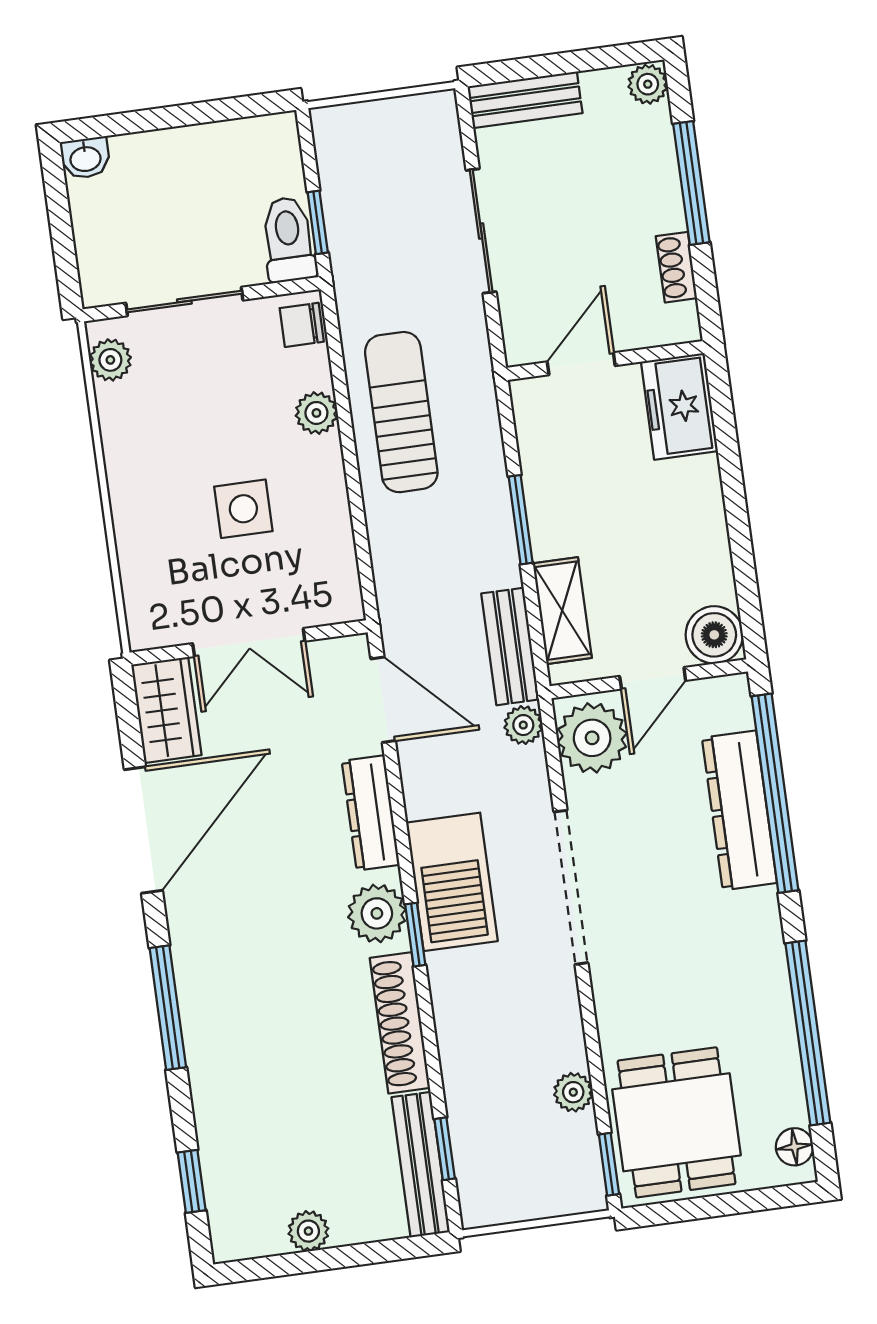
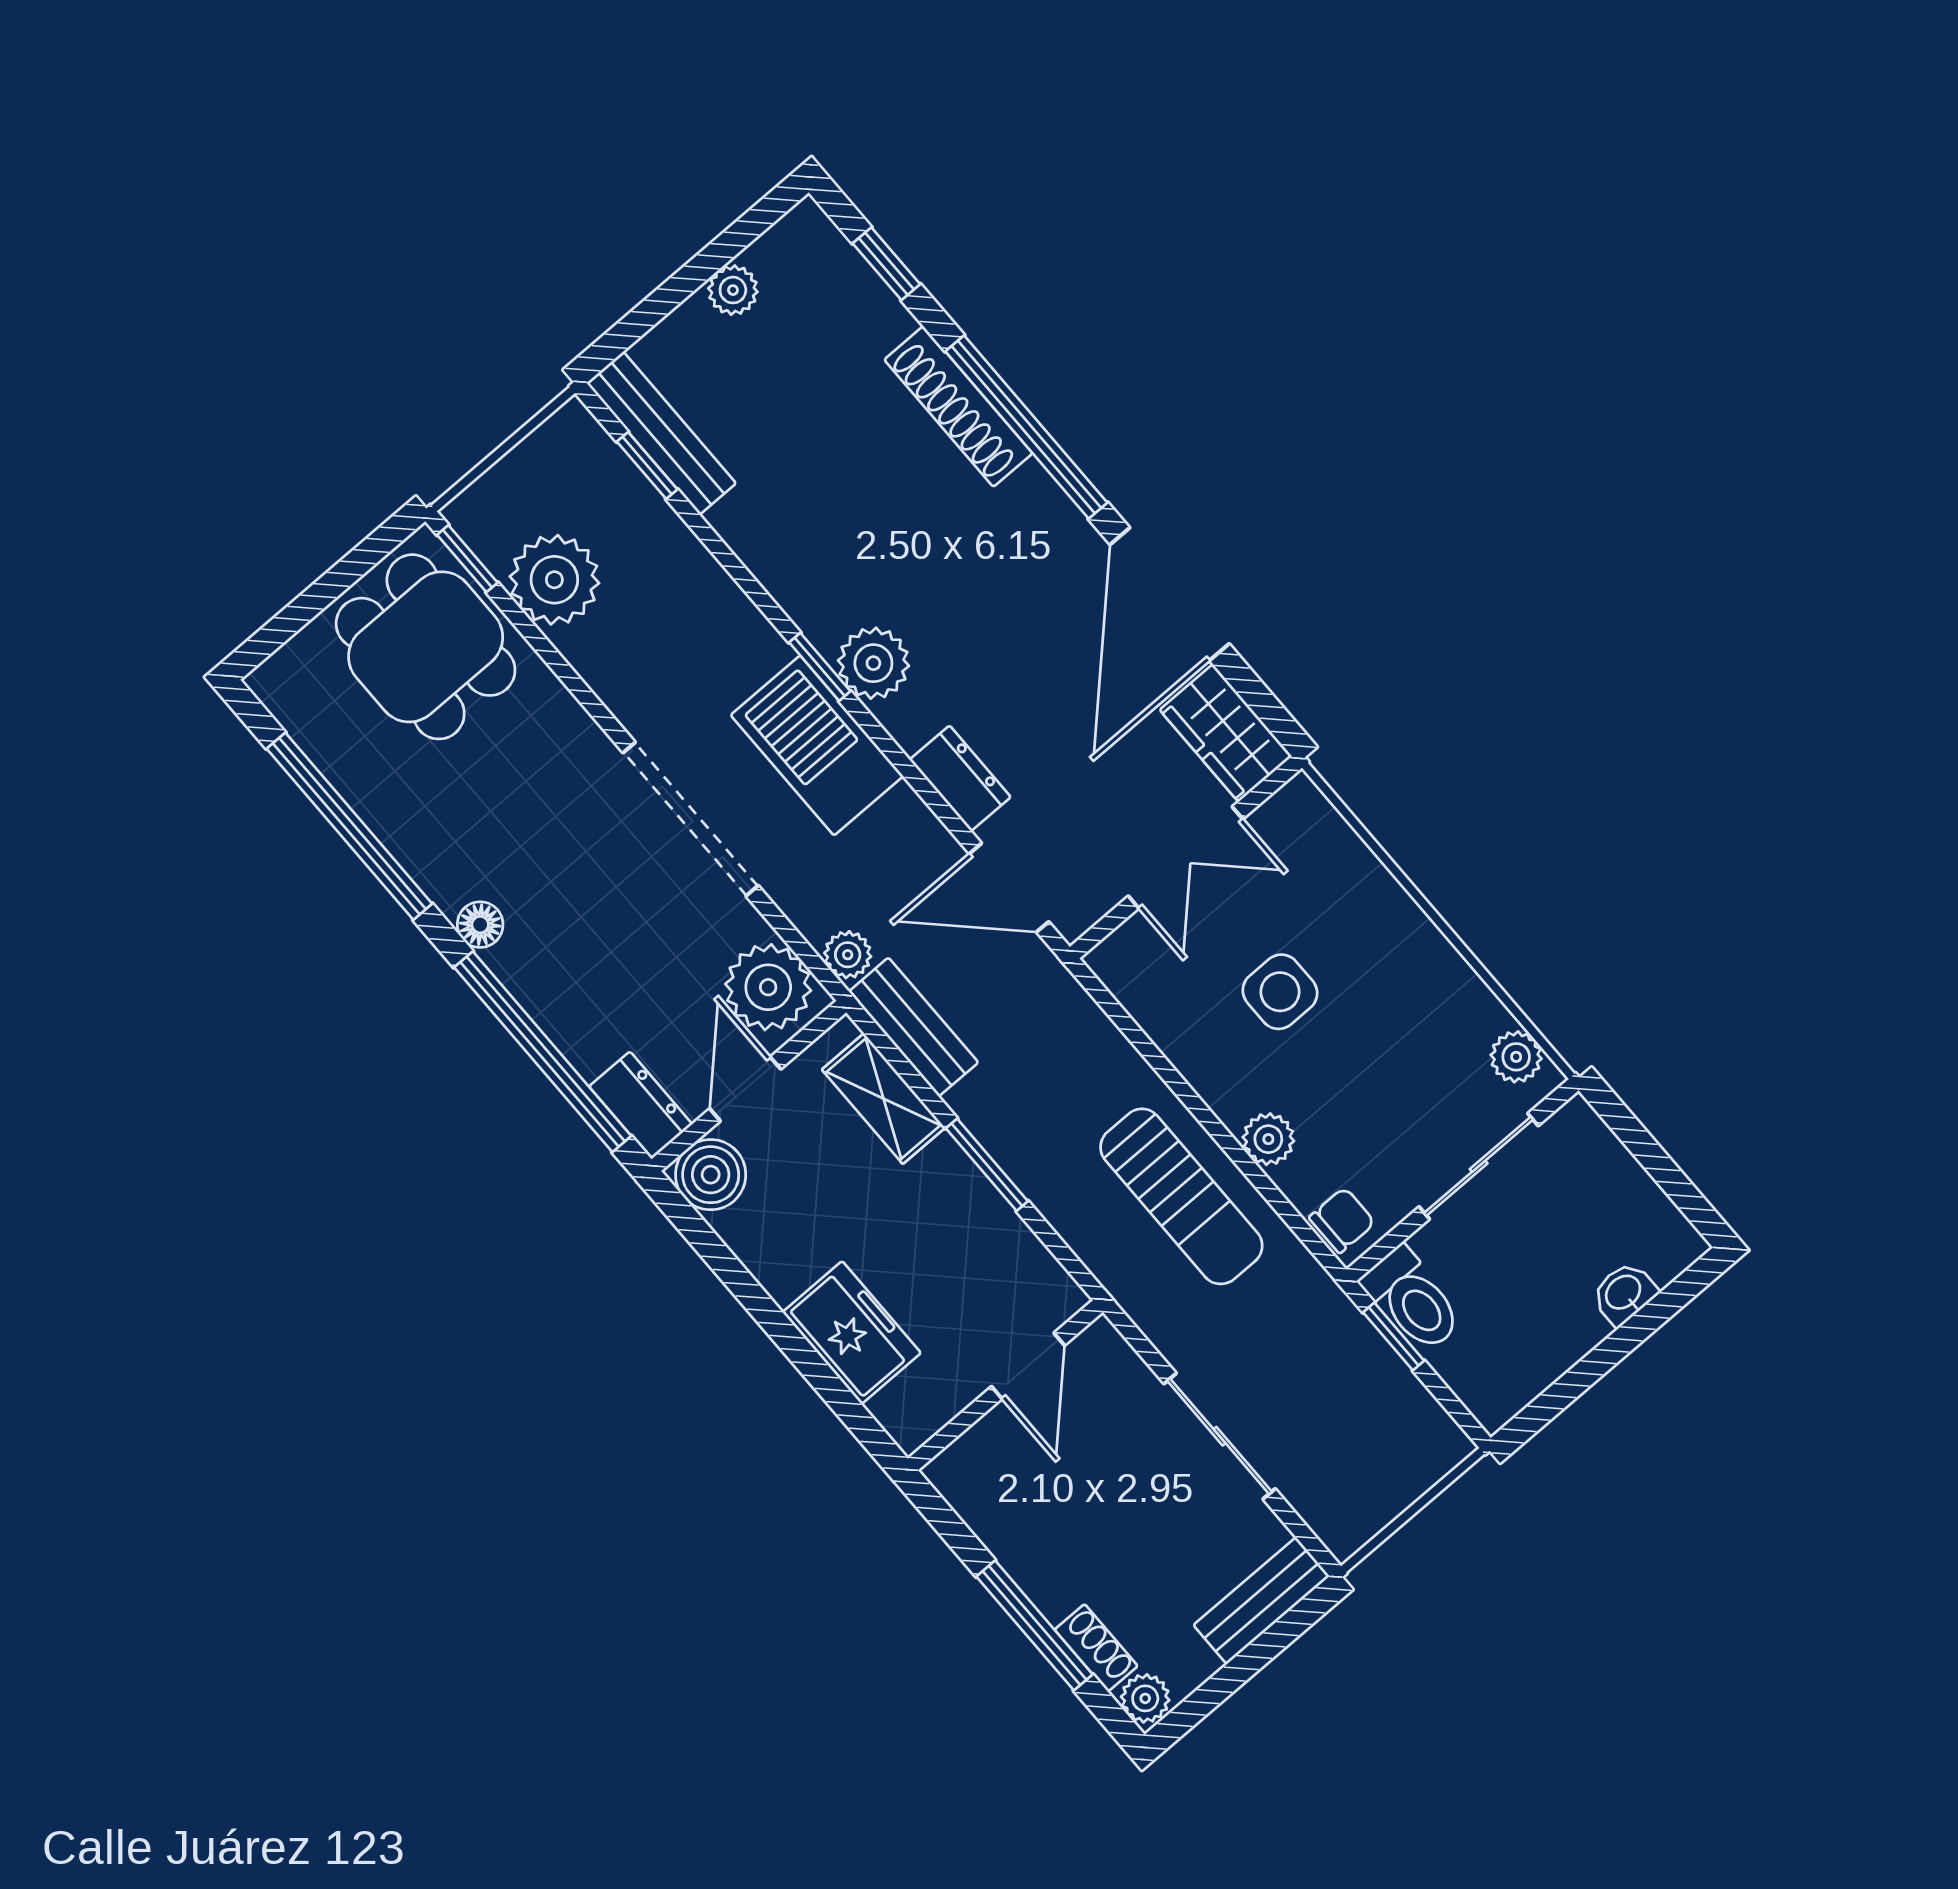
washbasin: (85, 158) -> (1624, 1293), moved
shoe rack: (676, 267) -> (1096, 1648), moved
freezer: (679, 406) -> (852, 1333), moved
double door: (249, 642) -> (1186, 858), swing flipped
dresser: (739, 810) -> (641, 1105), moved, width x0.51, depth x0.80
dresser: (371, 813) -> (960, 778), width x0.70
window: (168, 1008) -> (1026, 427), width x1.46
shoe rack: (400, 1023) -> (958, 406), moved, turned 180
plant: (573, 1092) -> (554, 580), width x1.88, depth x1.88
floor lamp: (794, 1147) -> (480, 925), moved

